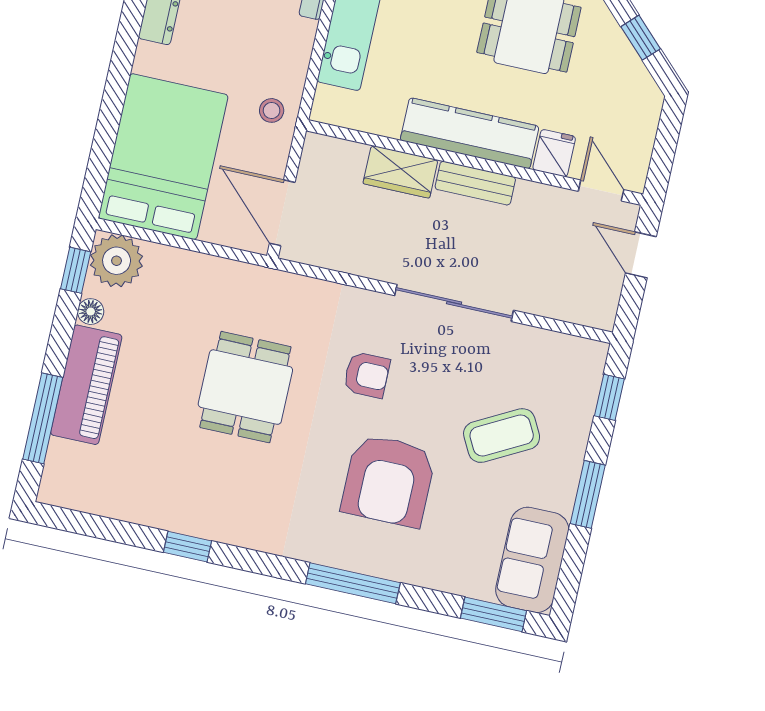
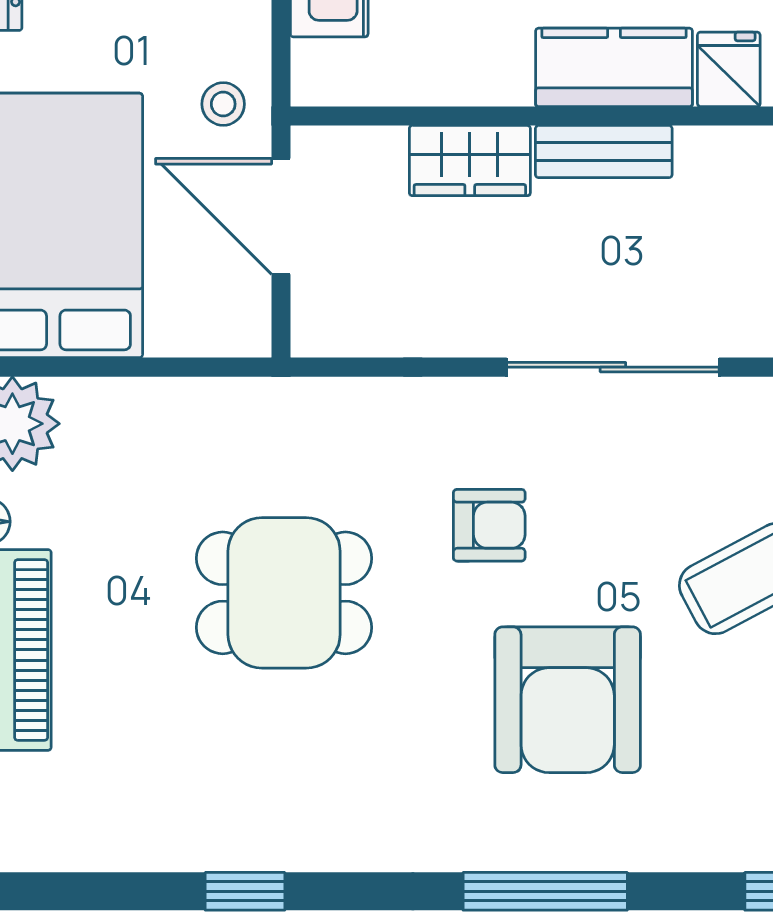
kitchen counter: (470, 133) -> (614, 67), width x0.67
door: (282, 213) -> (281, 216), moved
dining table: (245, 387) -> (284, 593), turned 90

